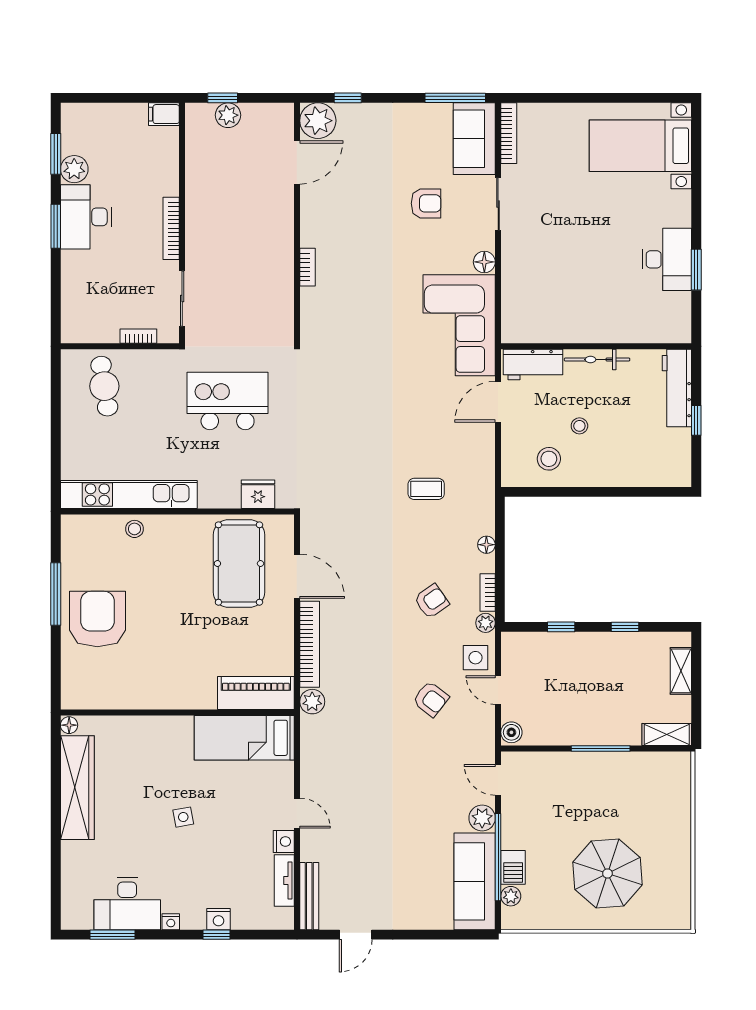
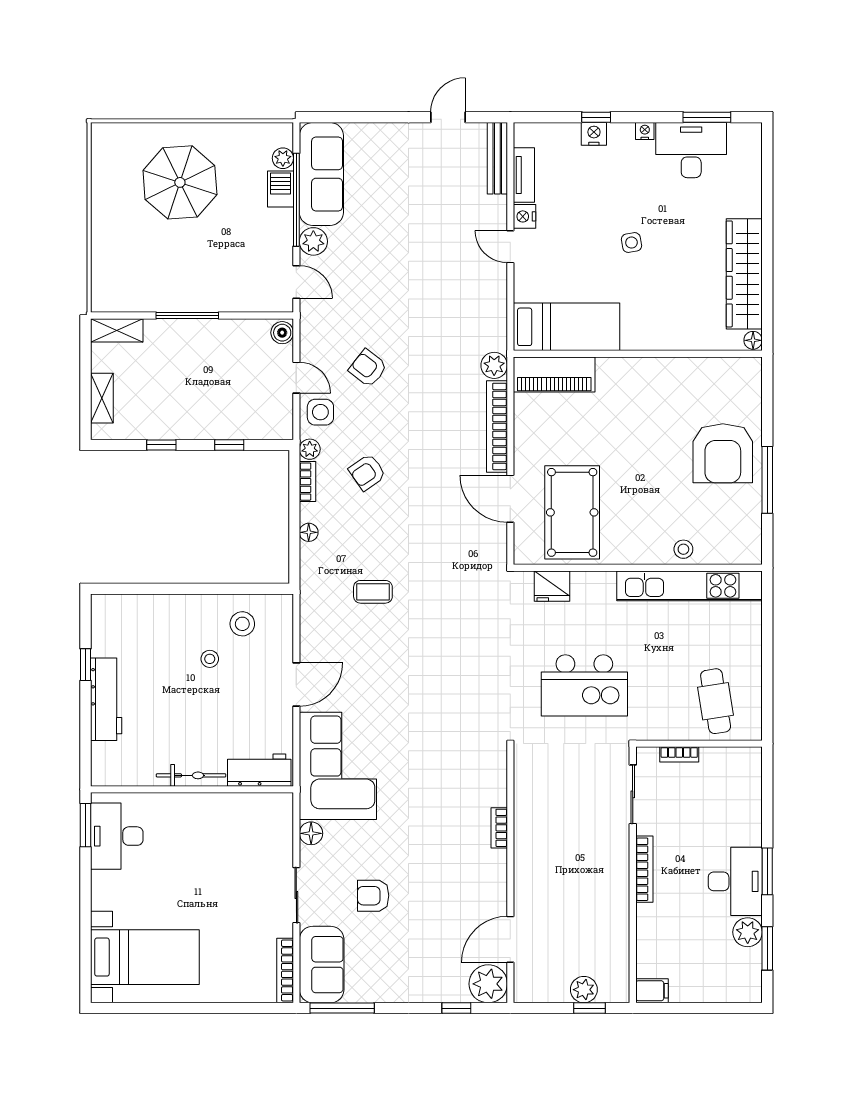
wall: (596, 346) -> (192, 789), moved
bicycle: (597, 360) -> (191, 775), moved
workbench: (533, 364) -> (259, 770), moved

